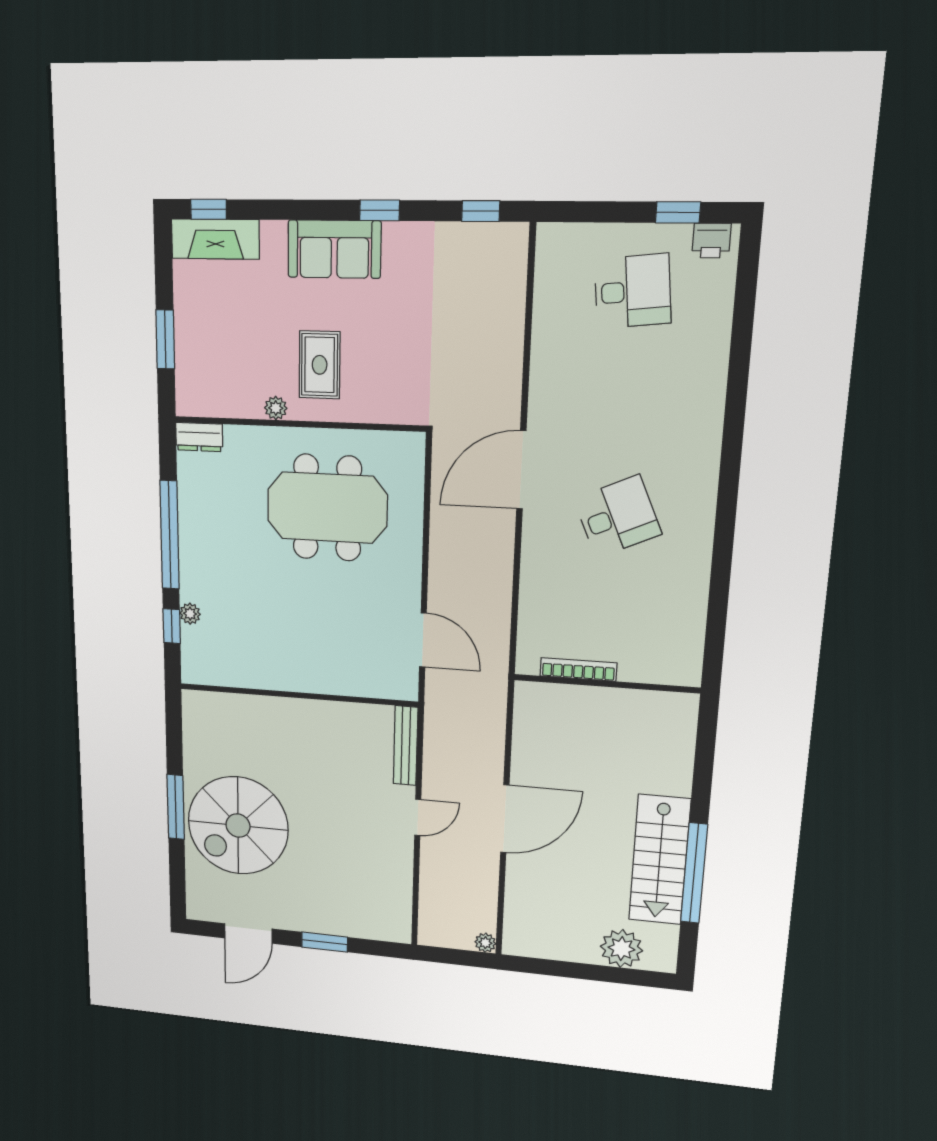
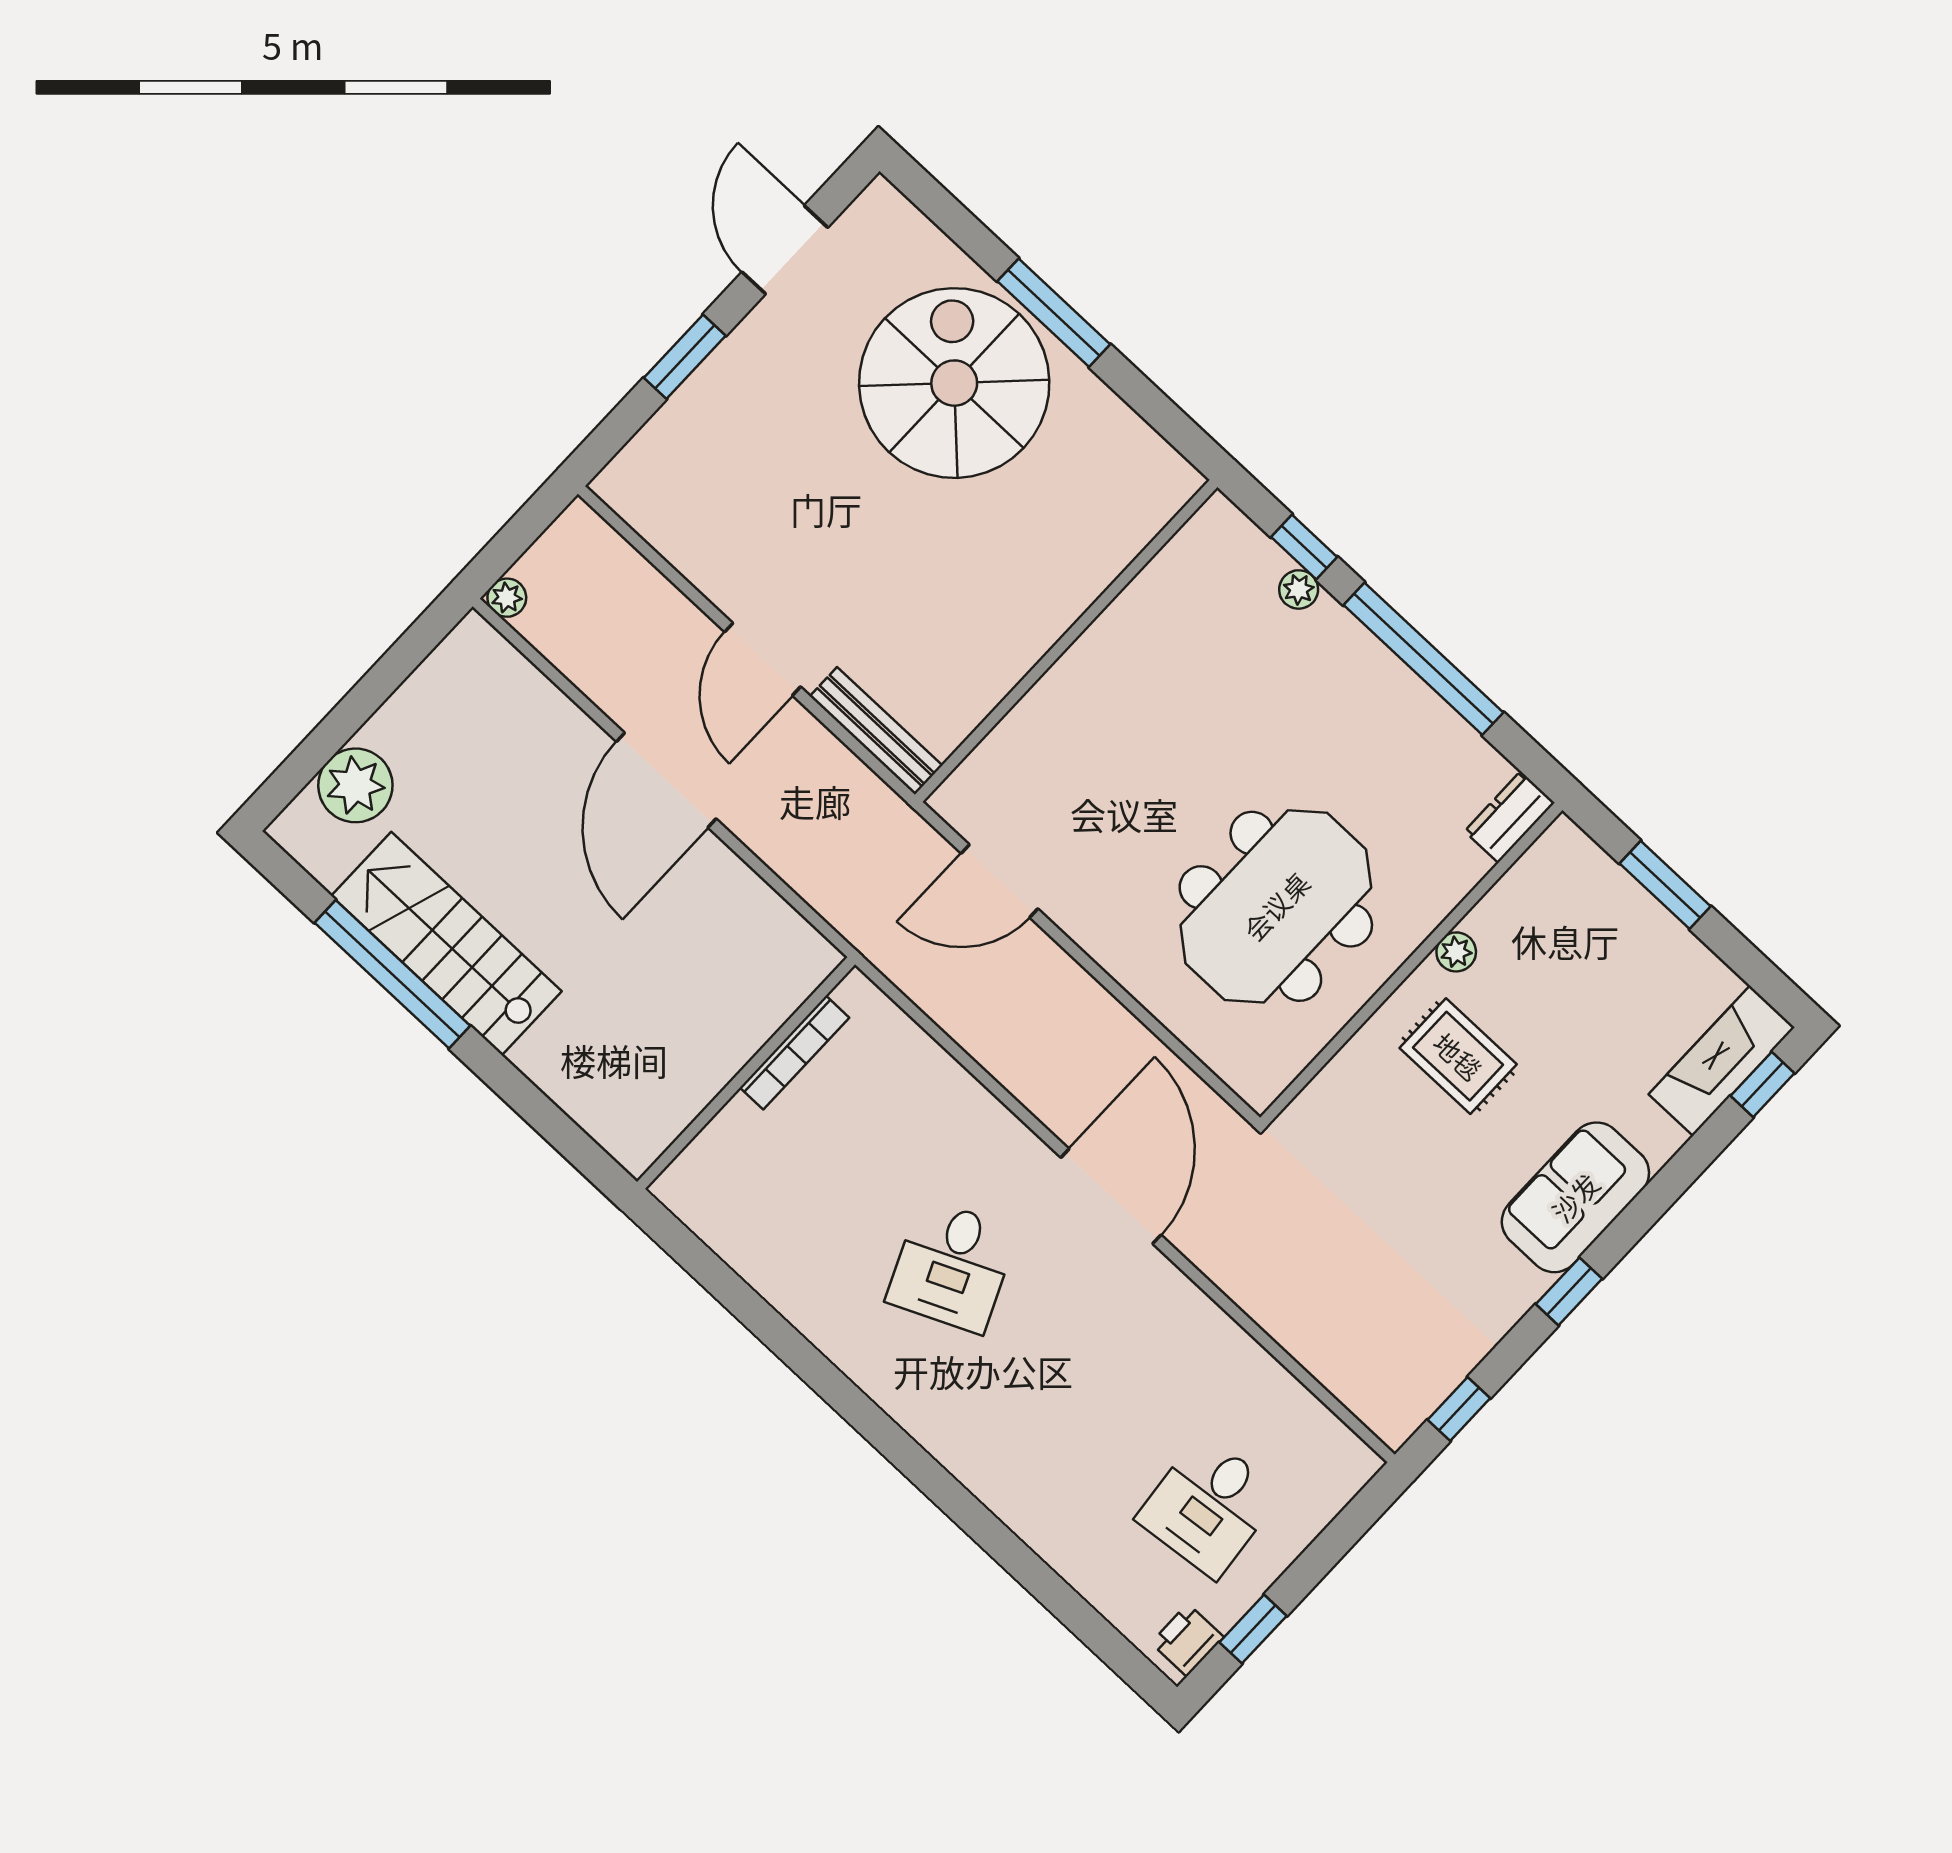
door: (418, 817) -> (763, 659), width x1.38

